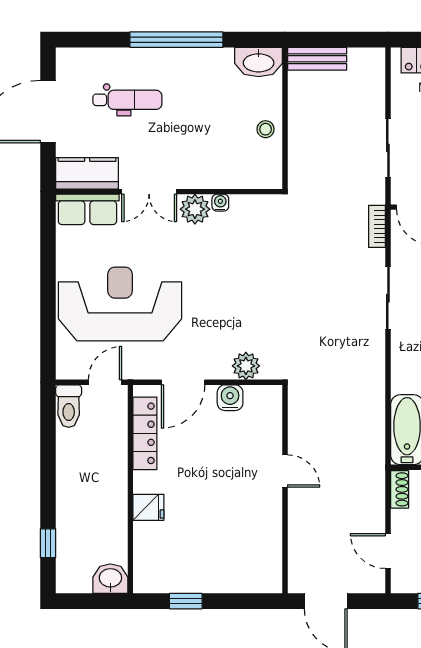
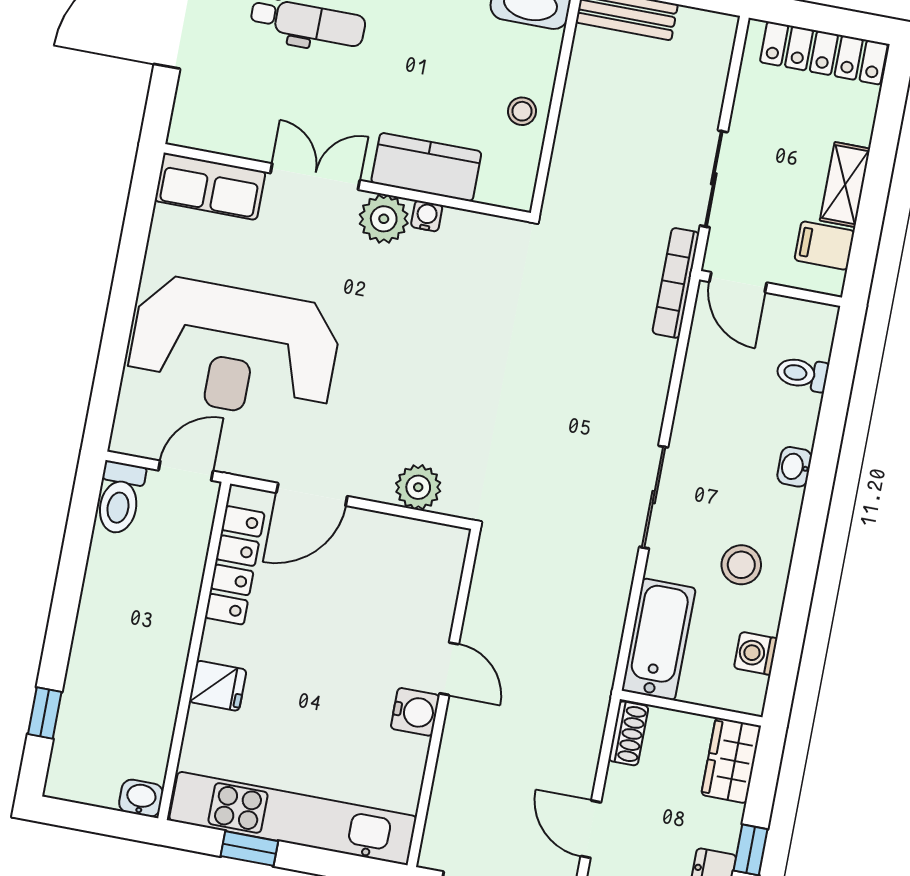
kitchen counter: (87, 173) -> (426, 167), moved
double door: (149, 192) -> (315, 177), swing flipped
bookcase: (377, 226) -> (676, 283), width x1.56
sliding door: (388, 298) -> (654, 497), moved
reception desk: (120, 304) -> (234, 349), turned 180
water cooler: (230, 398) -> (415, 712), moved, turned 90
kitchen unit: (208, 578) -> (293, 818), added
washbasin: (110, 579) -> (141, 798), width x0.72, depth x0.69

